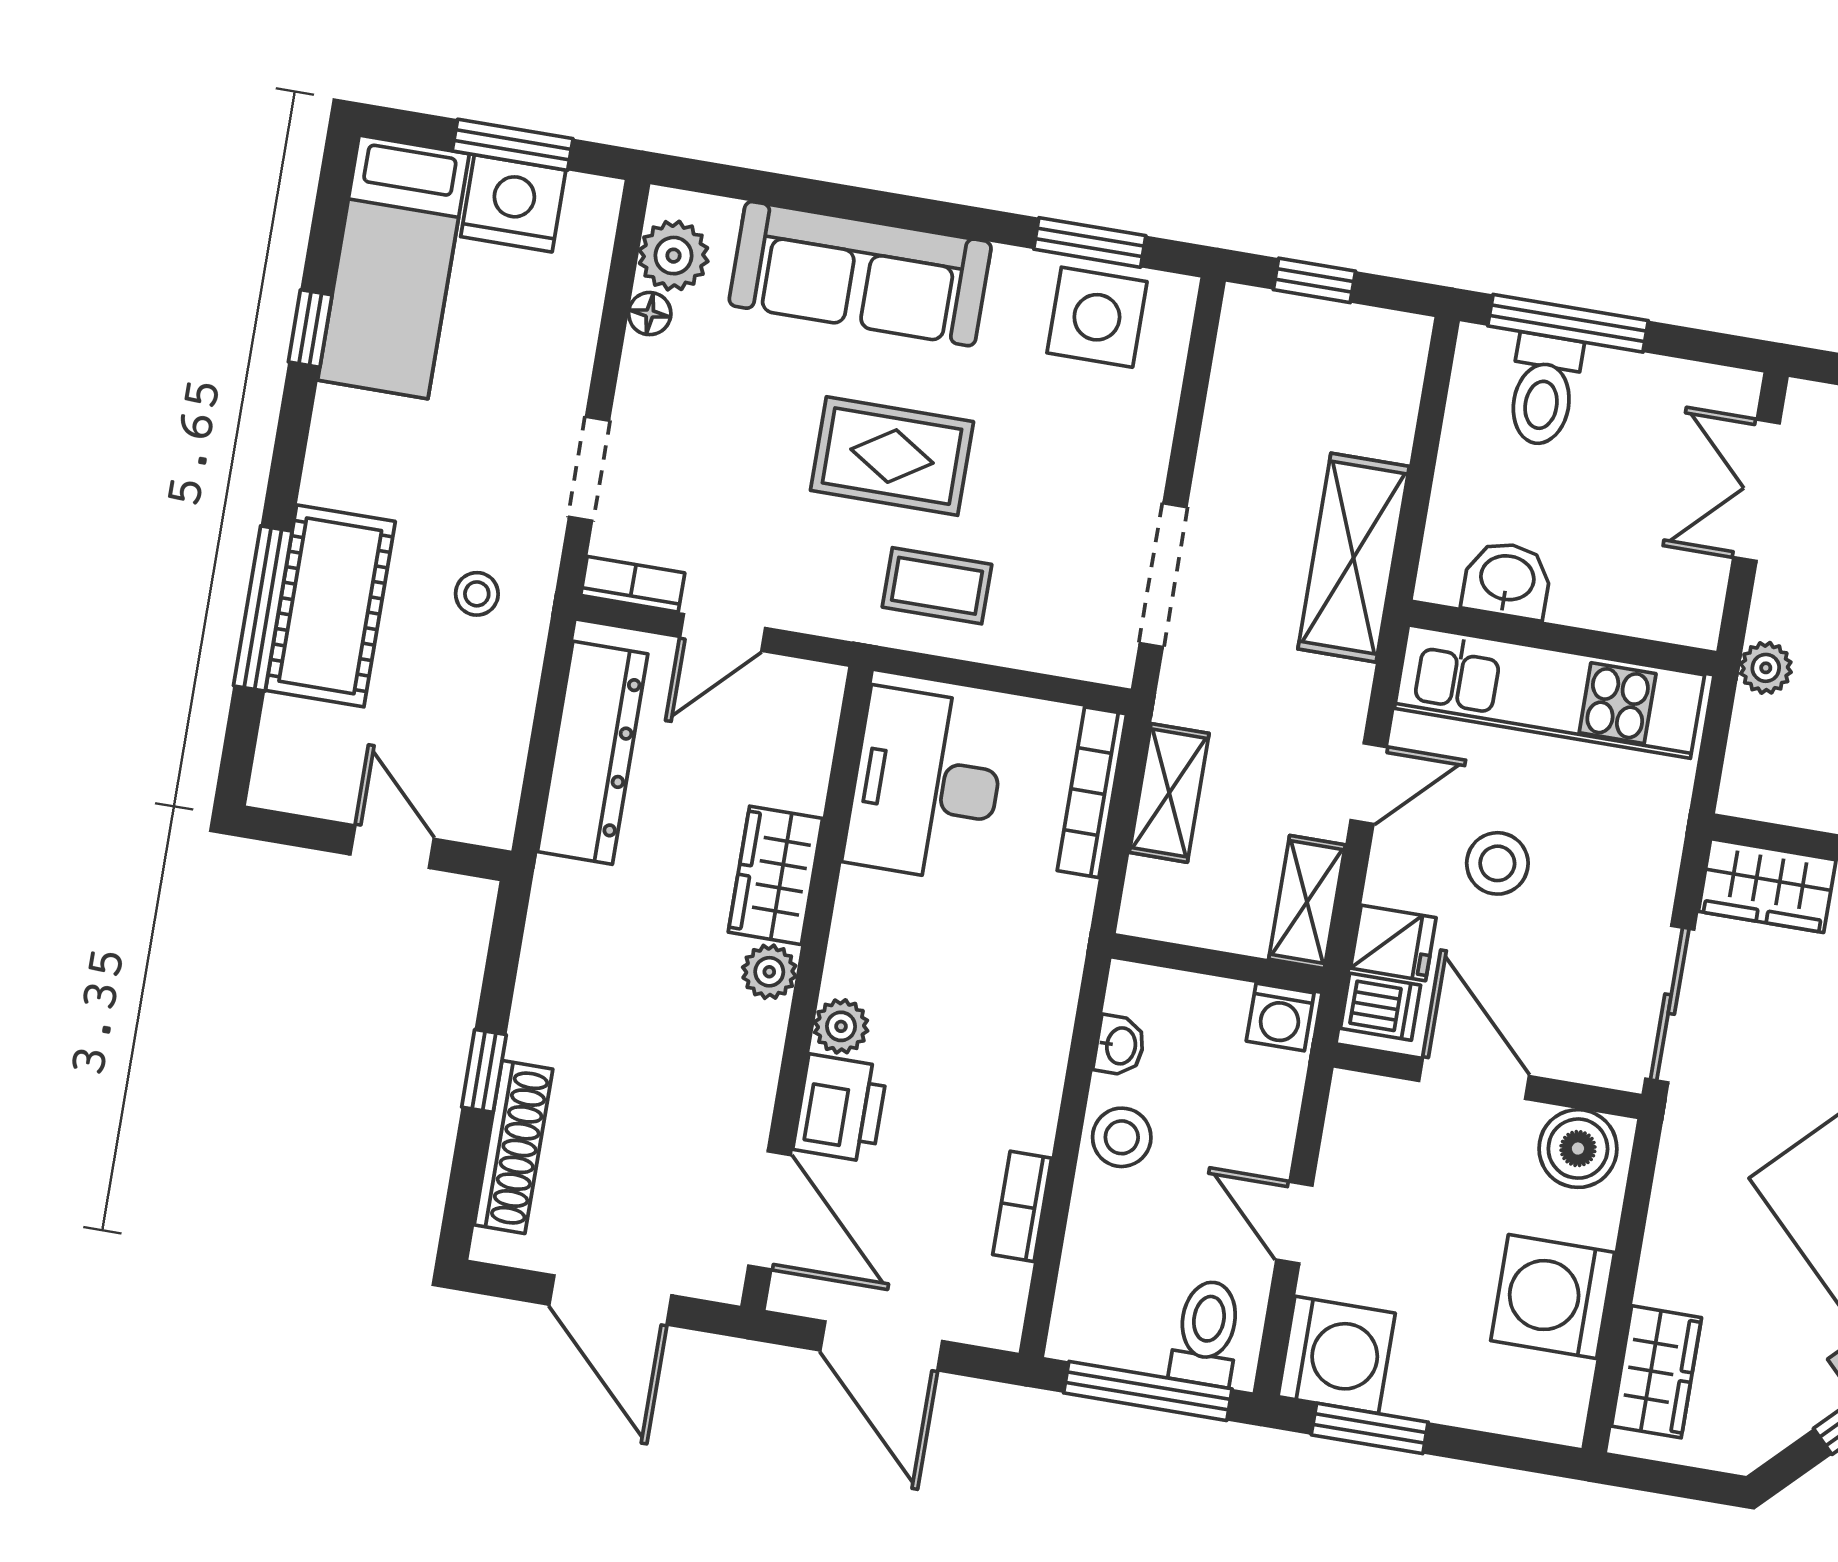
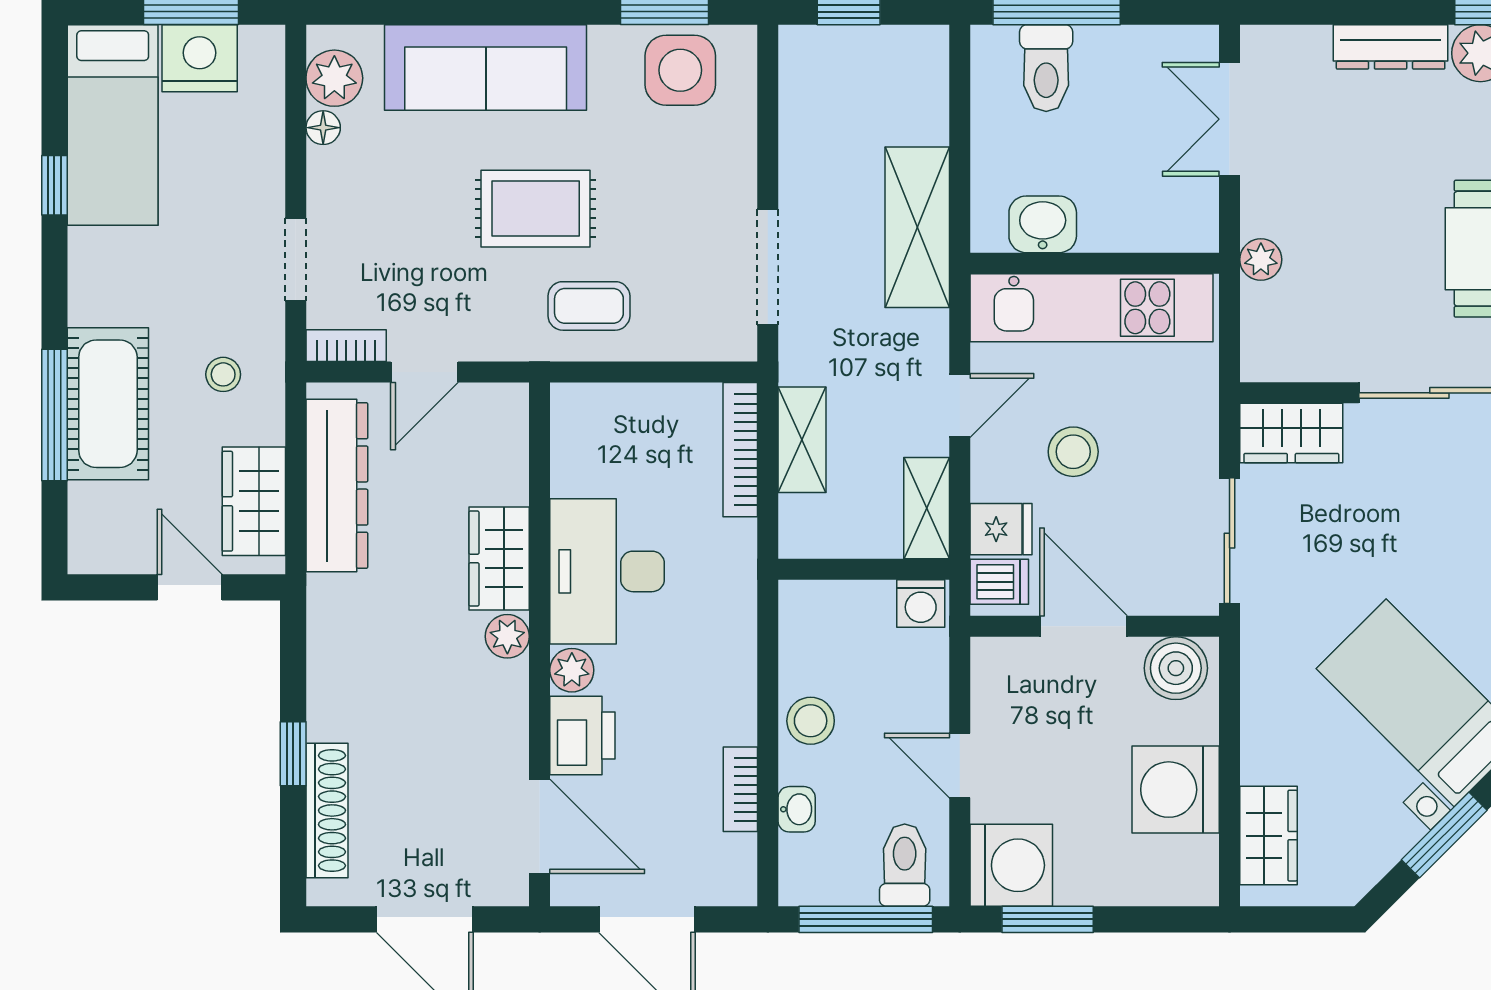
wardrobe: (488, 755) -> (254, 501), added
desk: (926, 785) -> (607, 571), moved
washbasin: (1120, 1046) -> (797, 809), moved

